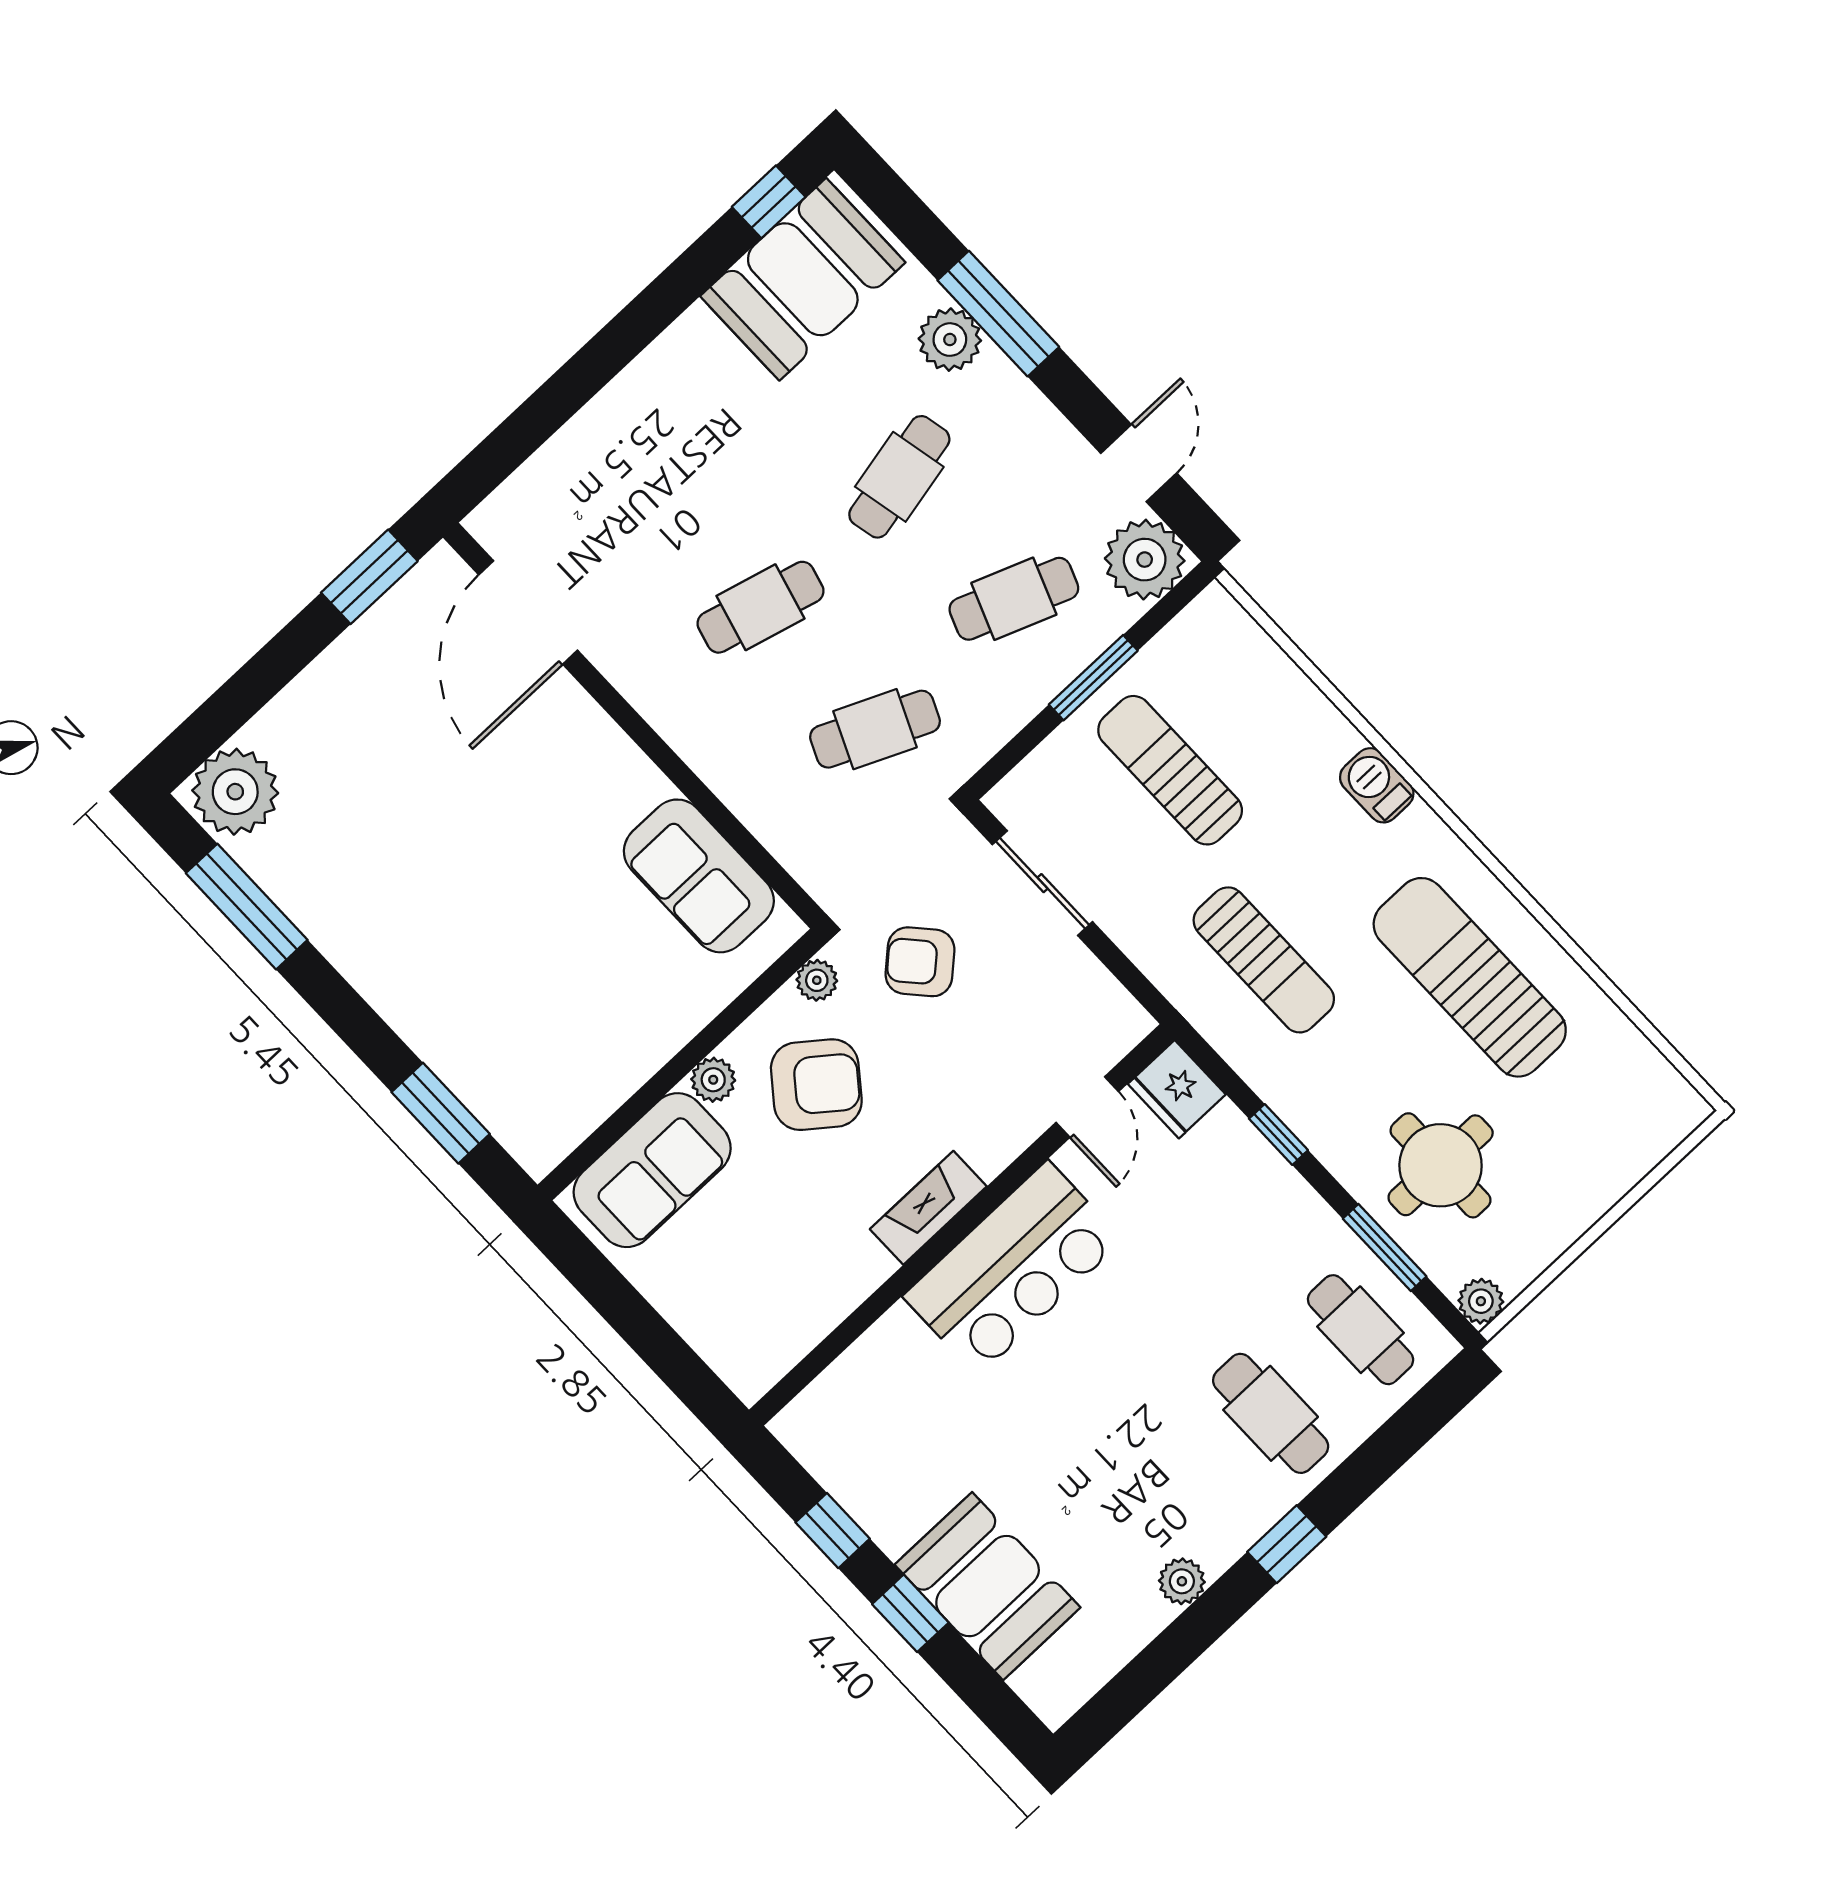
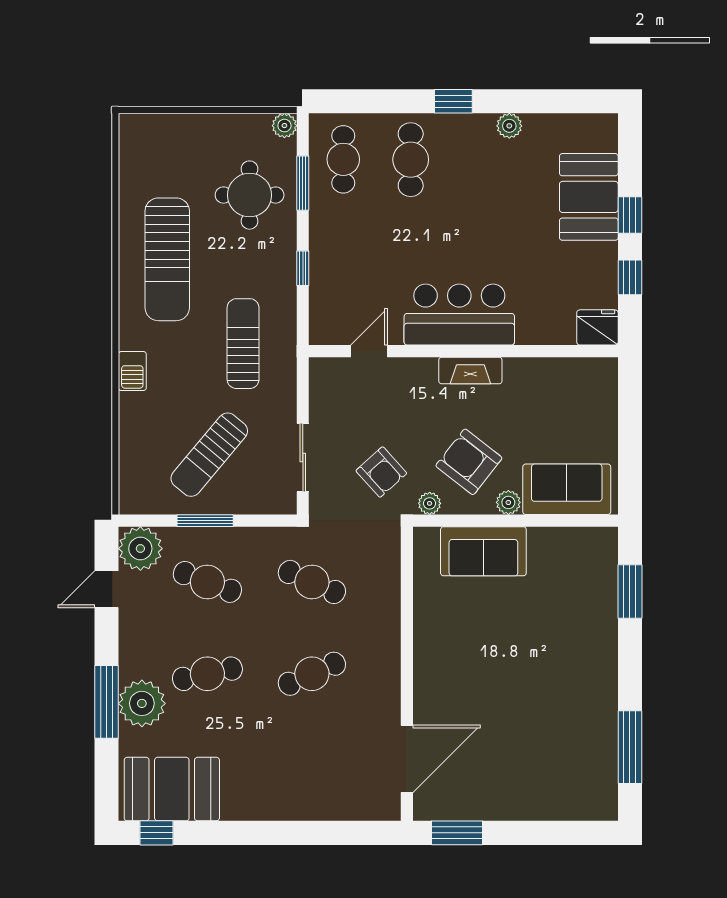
plant: (950, 340) -> (142, 703), width x1.36, depth x1.36
cafe table: (761, 607) -> (312, 674), turned -39
sun lounger: (1170, 770) -> (209, 455), turned 40
plant: (235, 792) -> (591, 797), removed
sofa: (699, 876) -> (483, 551), moved, turned 90
fridge: (1177, 1089) -> (597, 327), moved, turned -90

